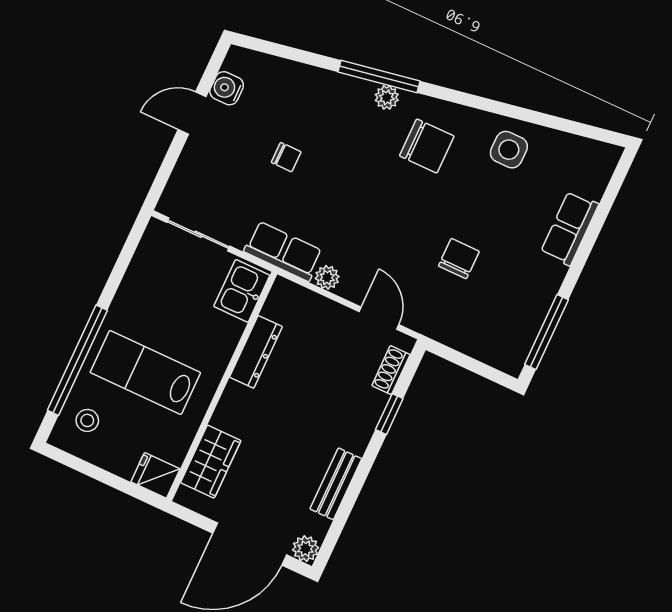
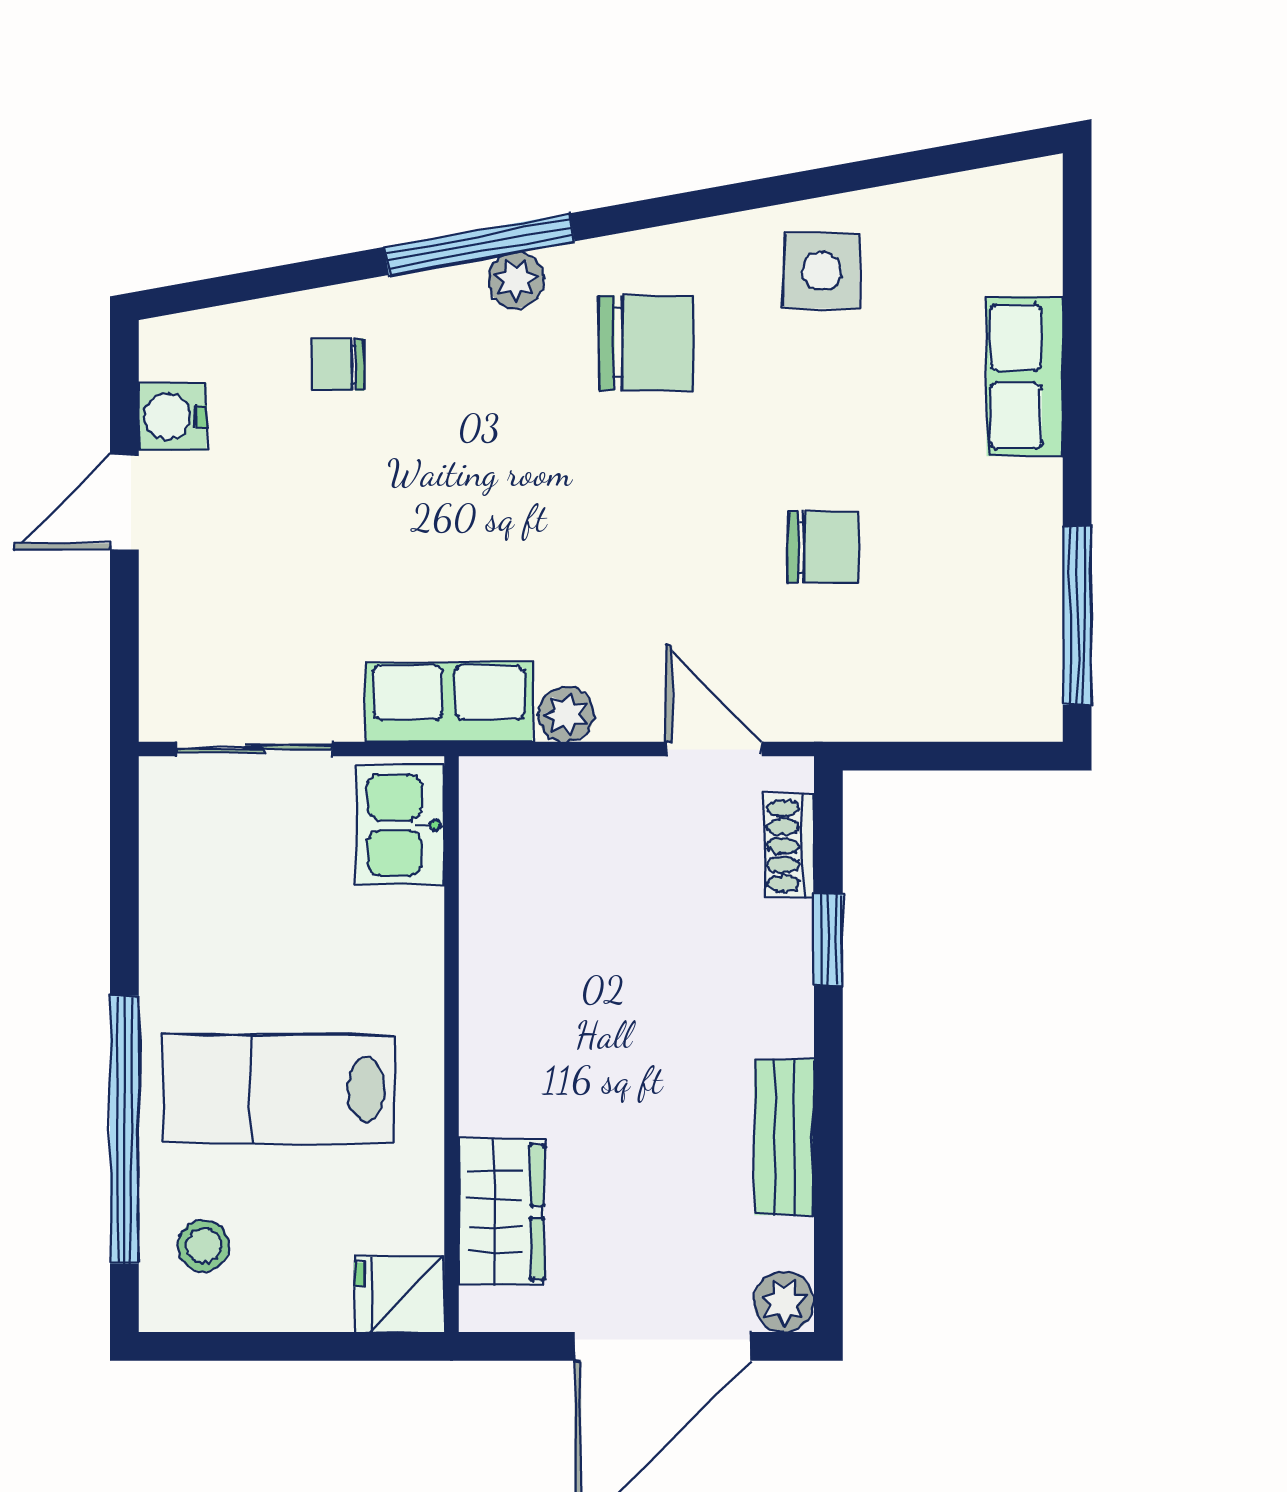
chair: (286, 157) -> (338, 365), moved, turned 180
chair: (459, 259) -> (823, 547), turned 90
dresser: (256, 352) -> (489, 939), removed

